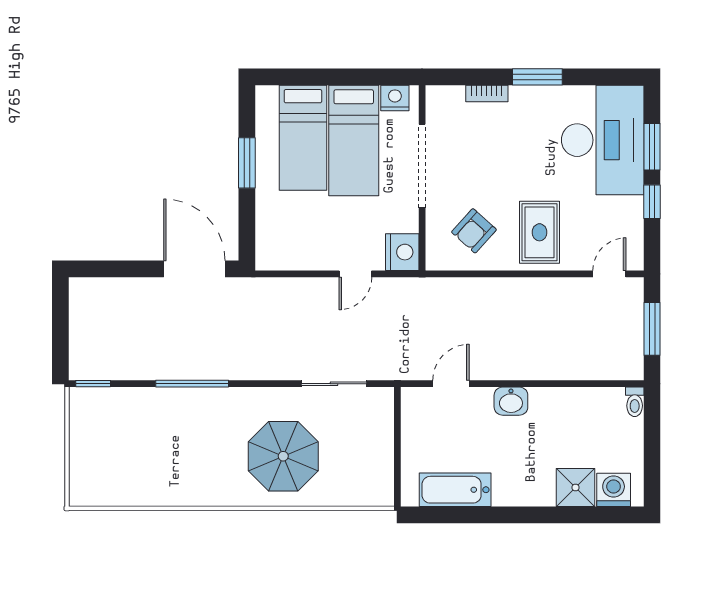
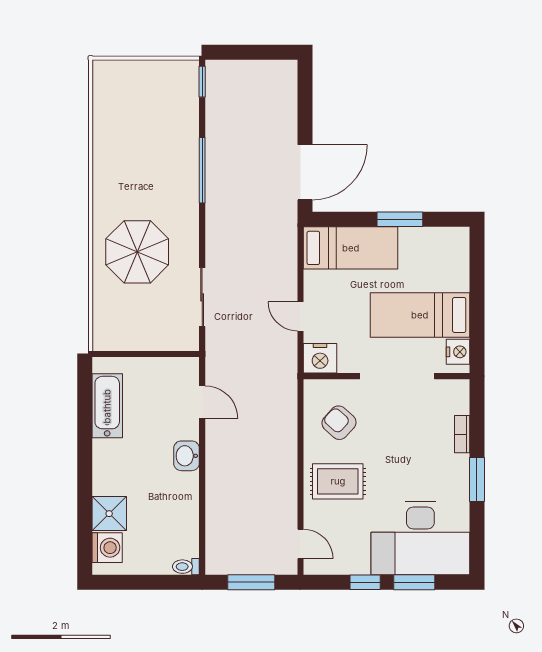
bed: (303, 138) -> (351, 248), moved, turned 180

